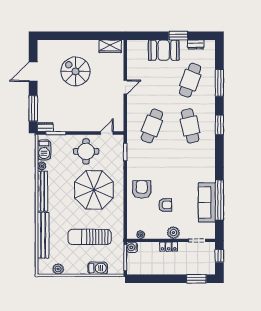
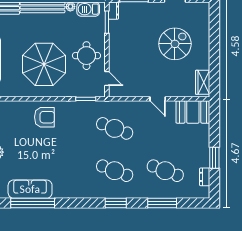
booth: (164, 50) -> (193, 112), moved, turned 90
cafe table: (190, 126) -> (115, 171), turned 33
armchair: (165, 205) -> (27, 143), removed

